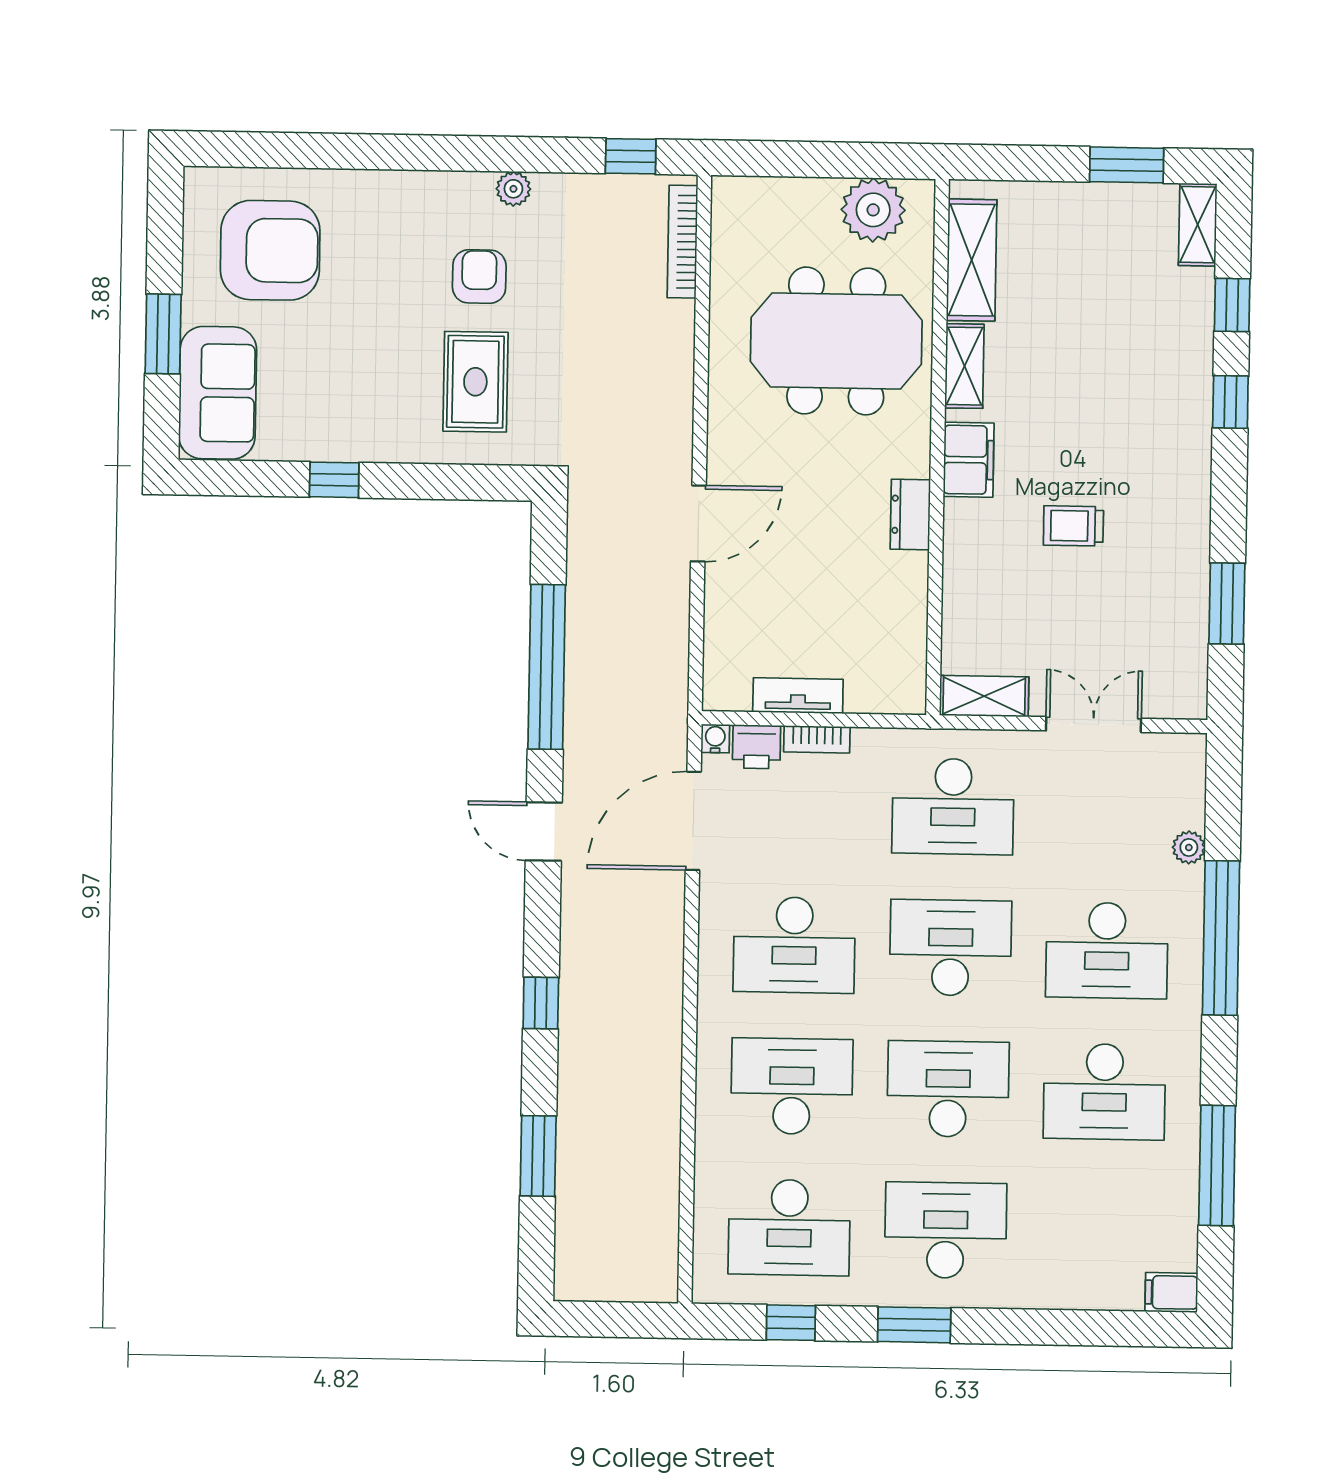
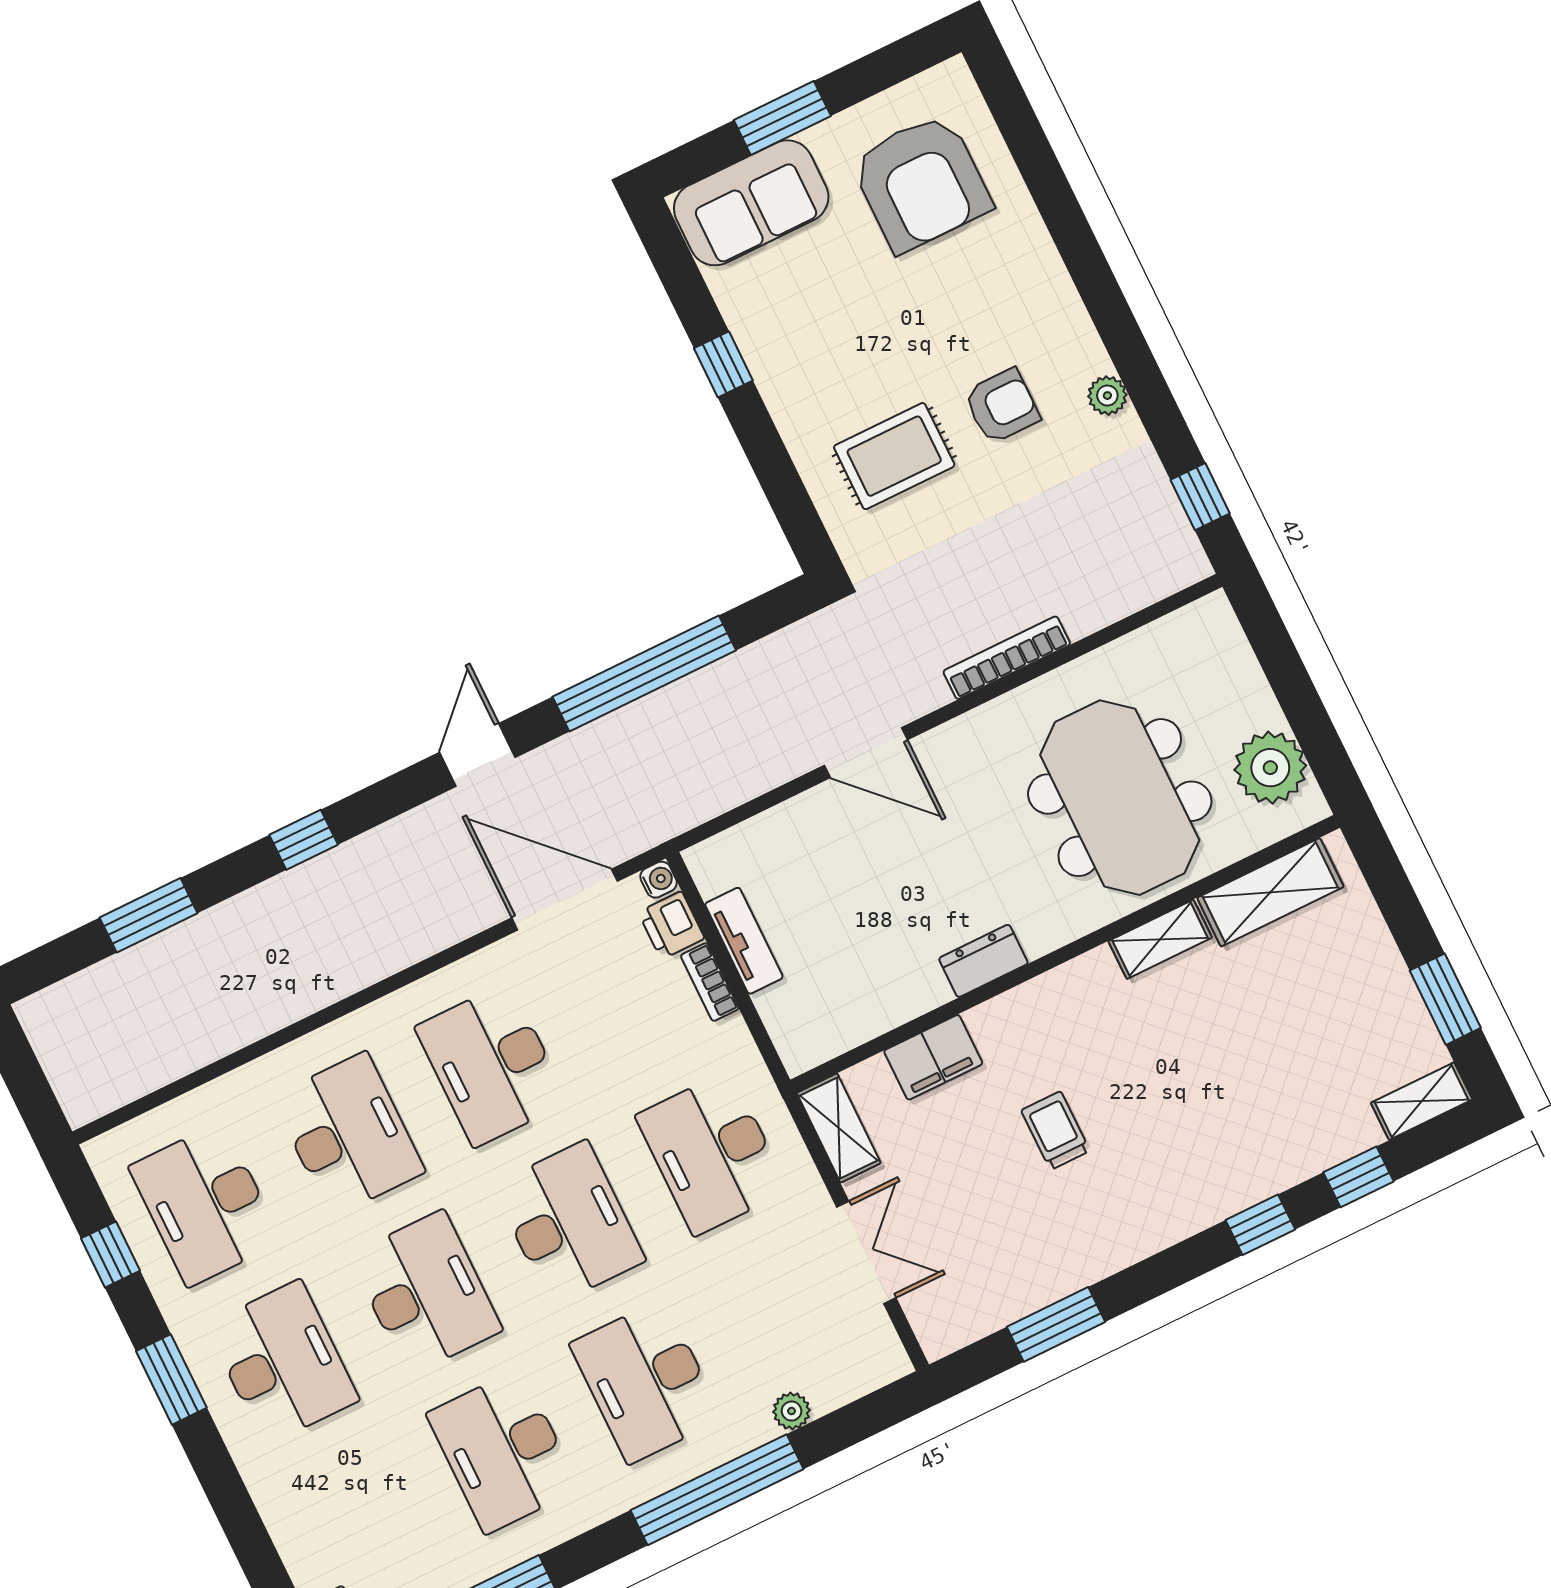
bookcase: (682, 242) -> (1007, 658), moved
filing cabinet: (969, 460) -> (933, 1057), moved

